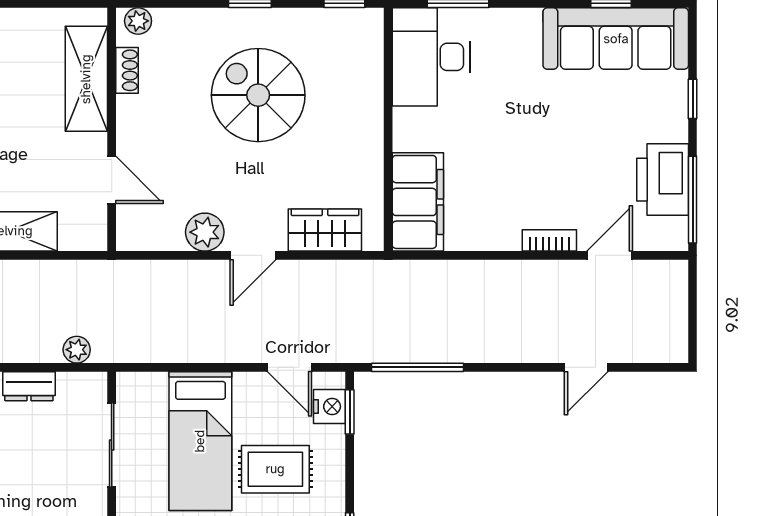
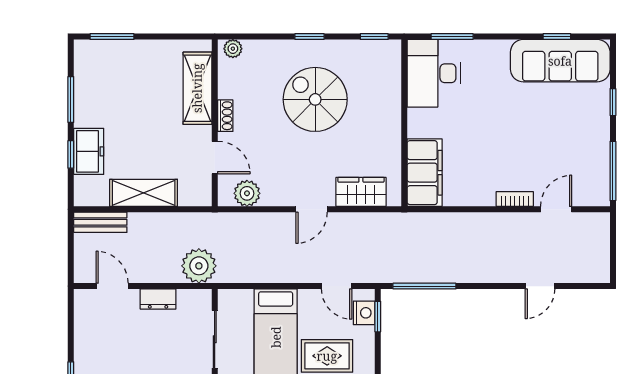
shoe rack: (127, 70) -> (225, 116), moved
printer: (663, 180) -> (592, 157), removed
plant: (205, 232) -> (247, 193), moved
plant: (77, 350) -> (199, 266), width x1.88, depth x1.88

